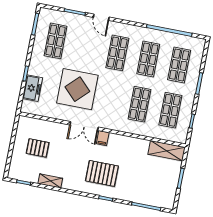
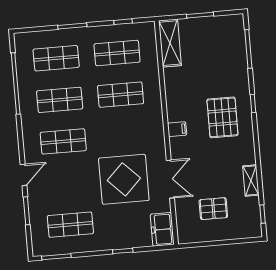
freezer: (32, 88) -> (162, 229), moved, turned -90
double door: (84, 126) -> (170, 179), moved
pallet: (38, 148) -> (213, 209), turned 90

